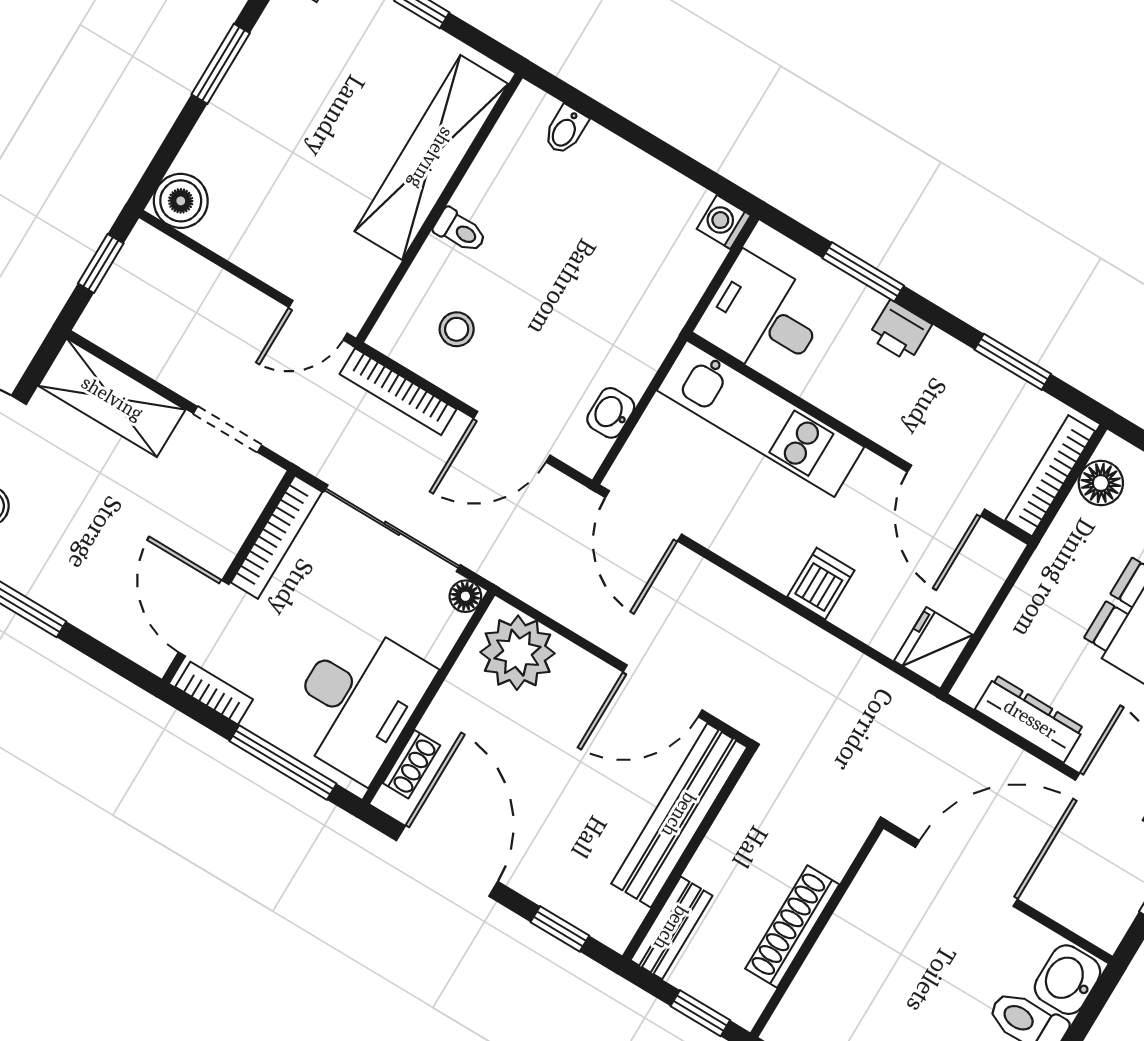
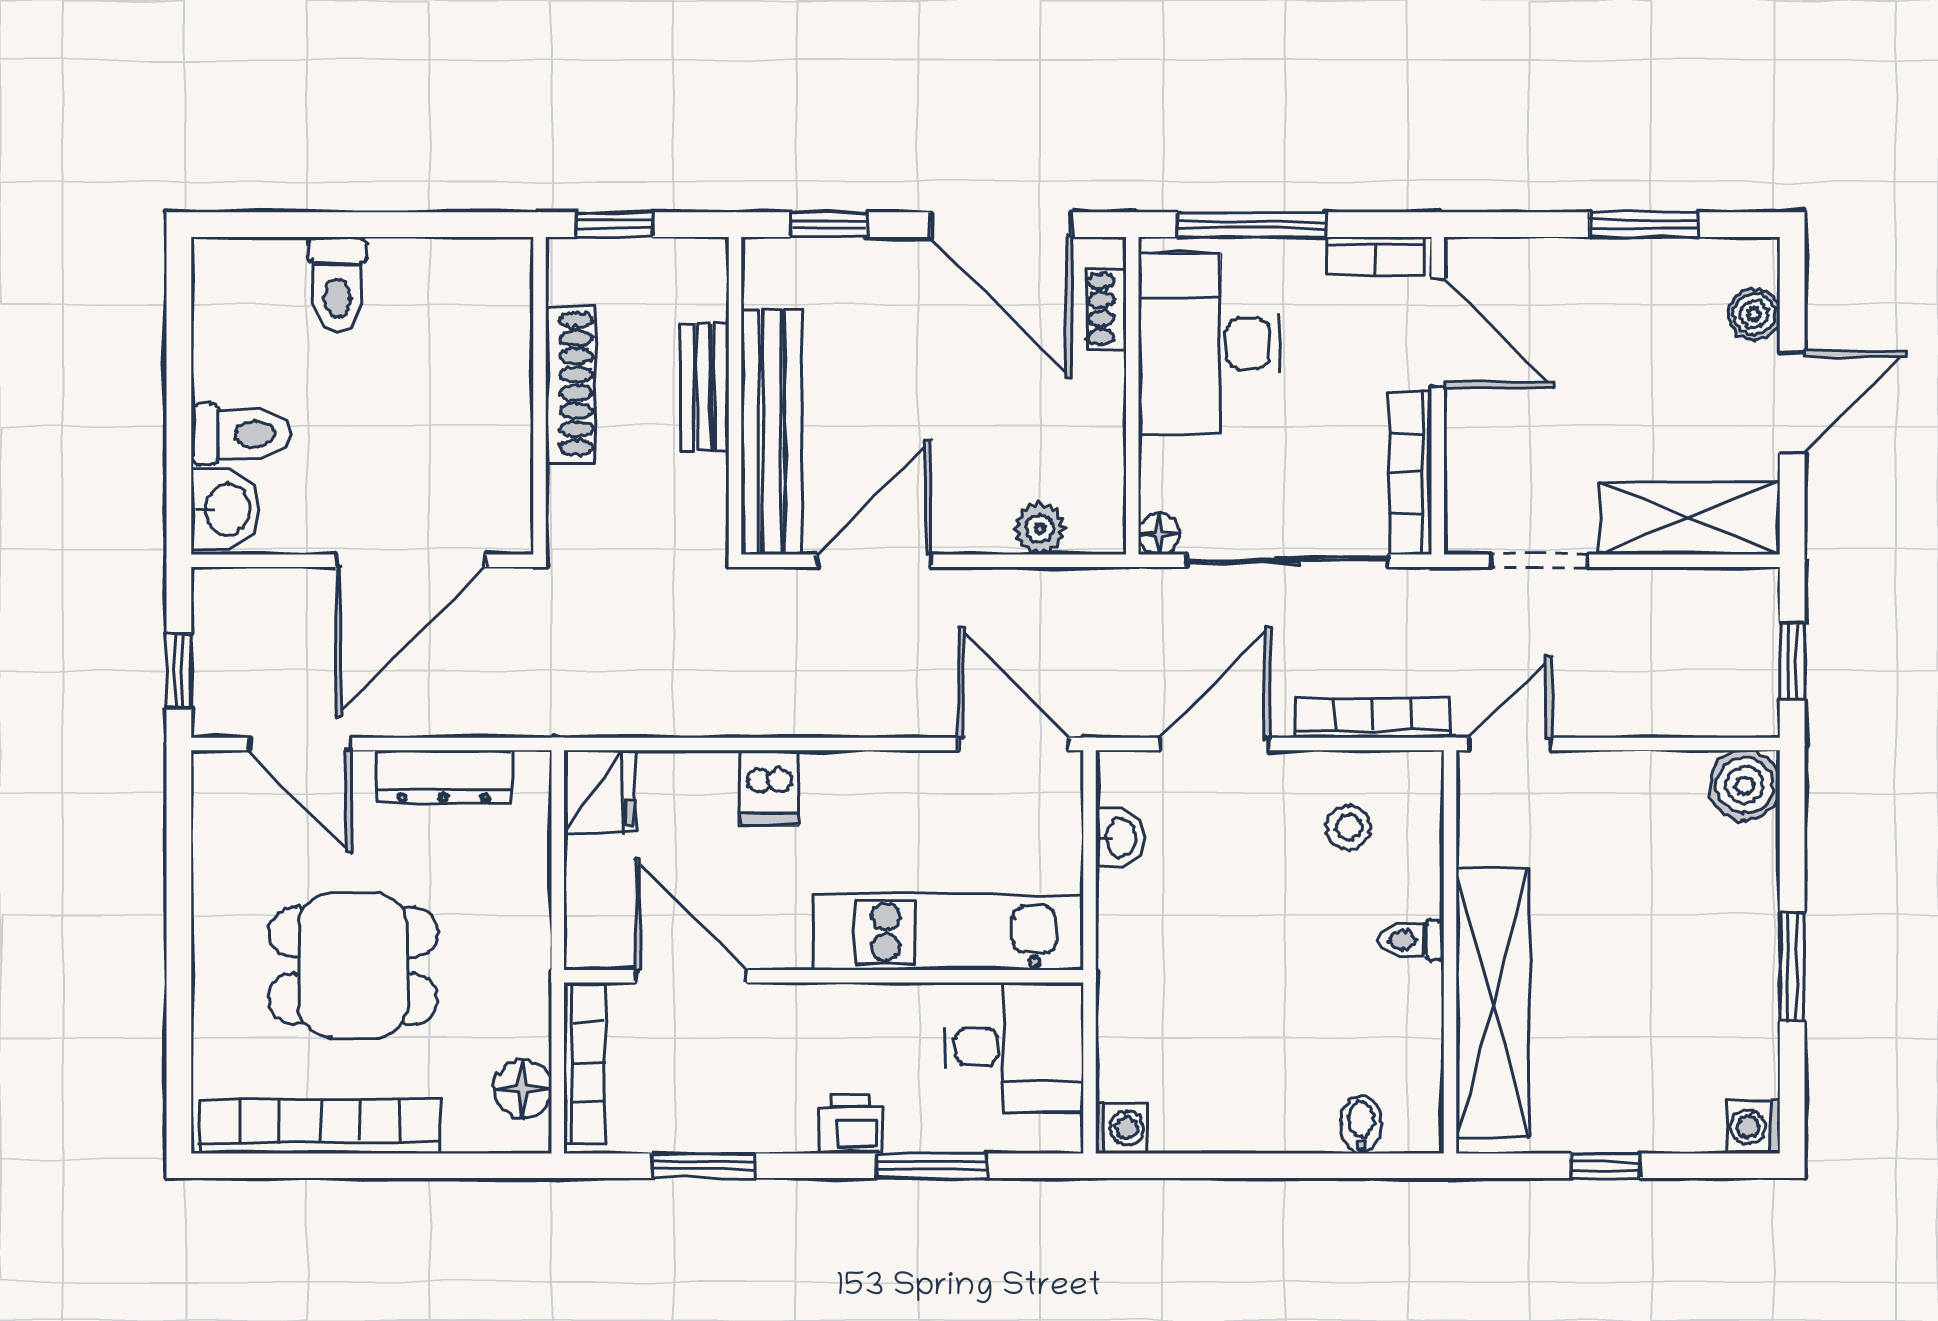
plant: (518, 653) -> (1040, 529), width x0.53, depth x0.53
bench: (671, 928) -> (704, 387), moved

